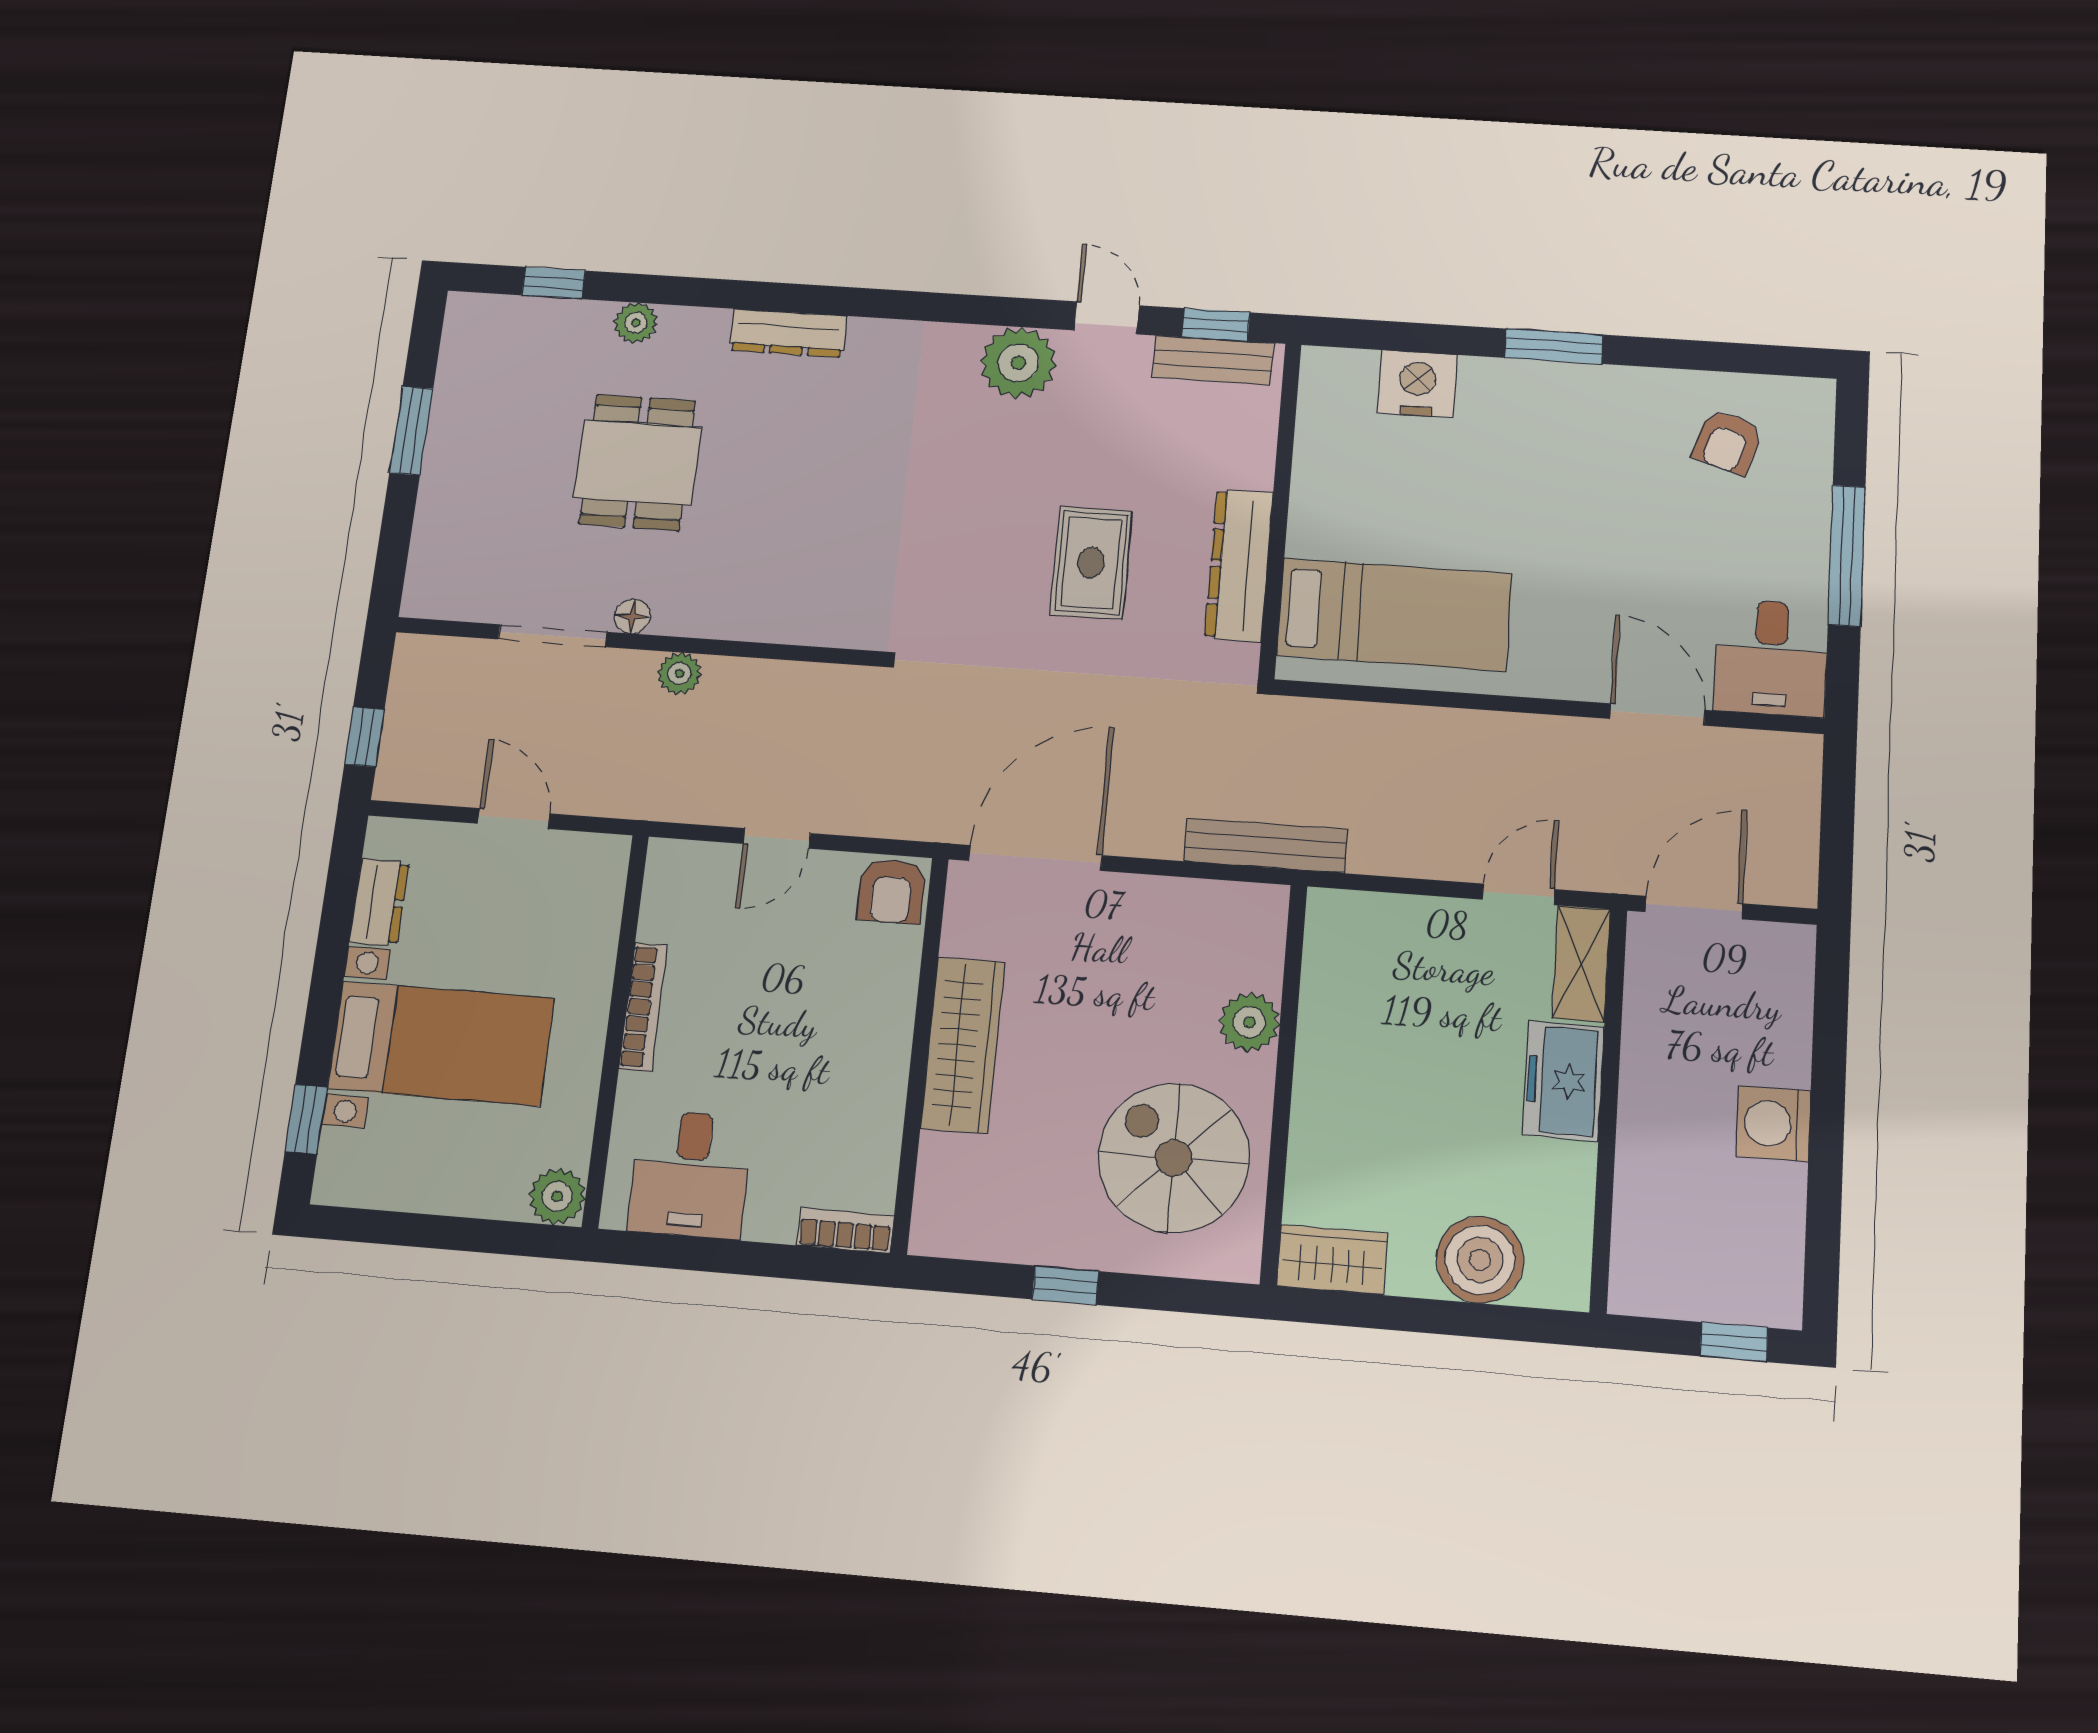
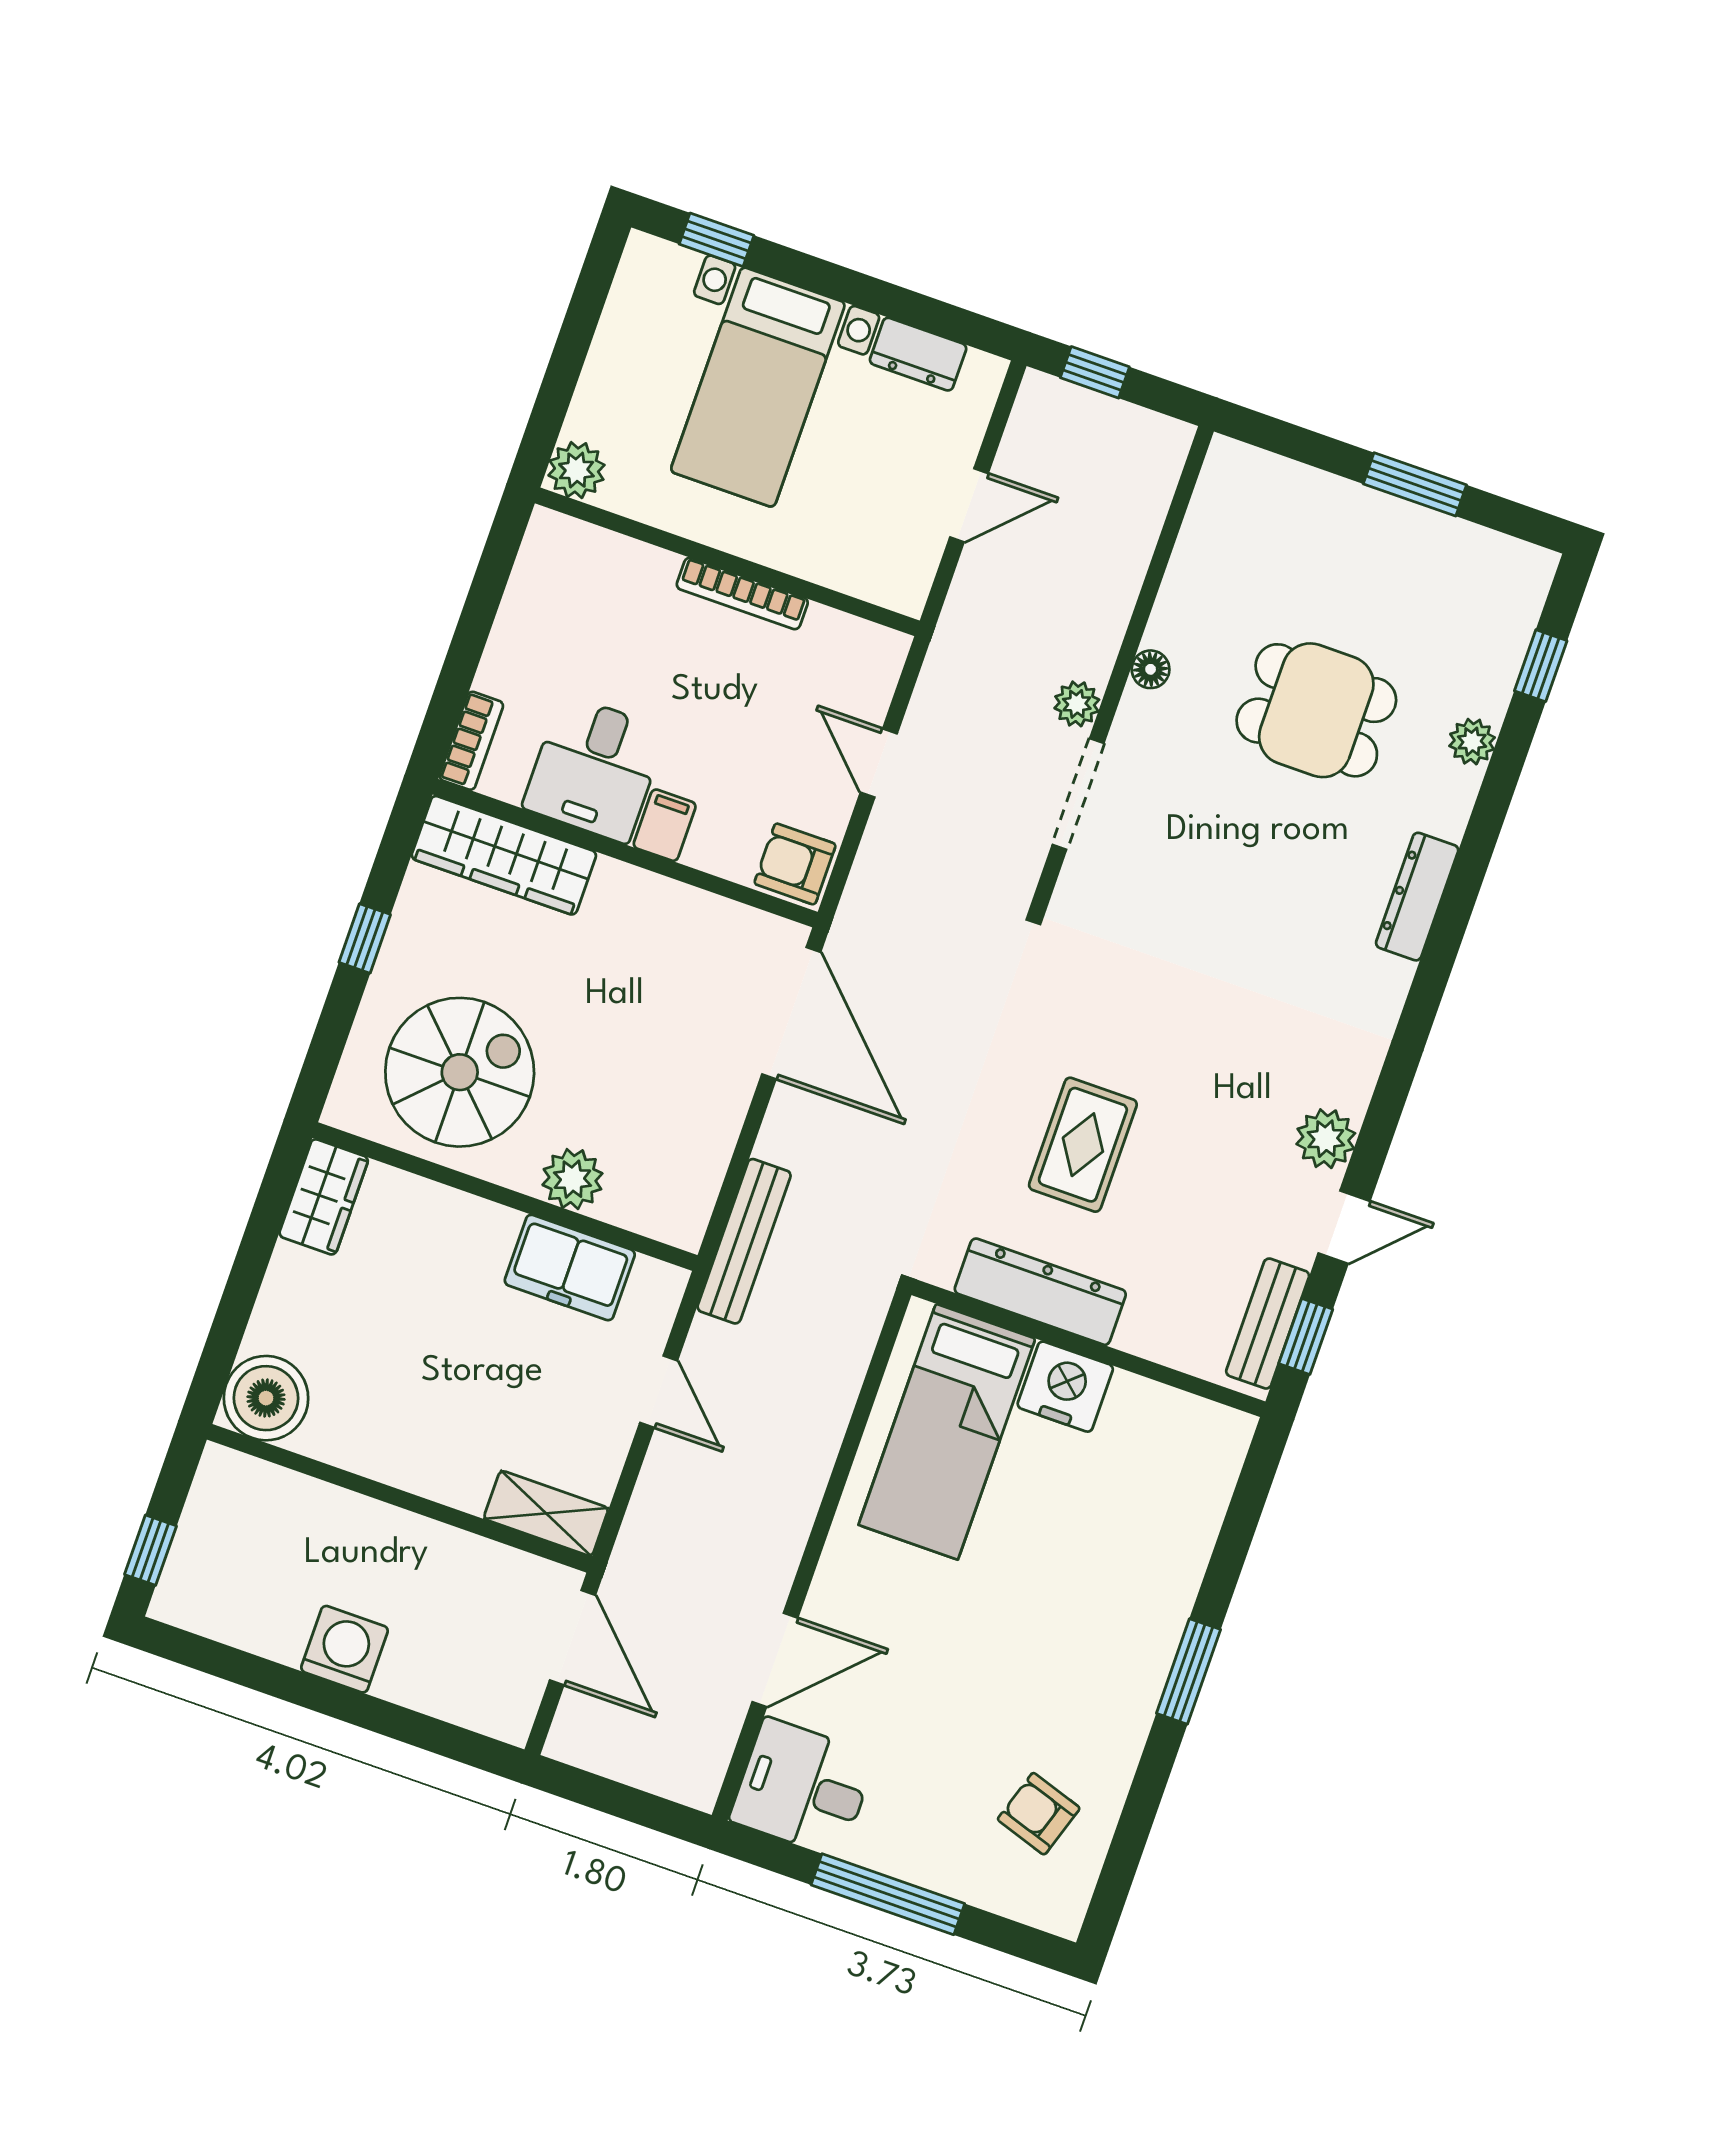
plant: (1018, 363) -> (1326, 1139), width x0.73, depth x0.73
nightstand: (1418, 384) -> (1065, 1387), moved, turned -90
rug: (1091, 563) -> (1083, 1145), turned 90
doorway: (553, 636) -> (1078, 794), moved
door: (1518, 894) -> (659, 1392), moved
filing cabinet: (884, 1023) -> (665, 825), added
wardrobe: (963, 1045) -> (504, 855), moved
freezer: (1563, 1081) -> (570, 1268), moved, turned 180
desk: (690, 1174) -> (595, 769), moved, turned -90
boiler: (1480, 1260) -> (266, 1398), moved

